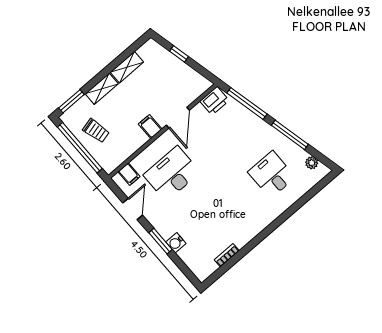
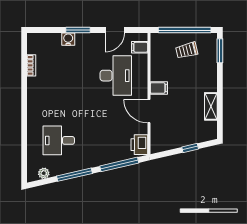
shelving: (102, 89) -> (211, 78), removed
desk: (272, 174) -> (59, 140), turned 180
door: (133, 209) -> (115, 30), hinge flipped

